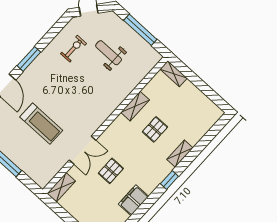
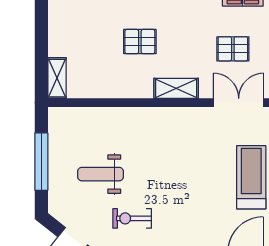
weight bench: (109, 53) -> (101, 174), turned 90
shelving: (135, 106) -> (176, 88), moved

